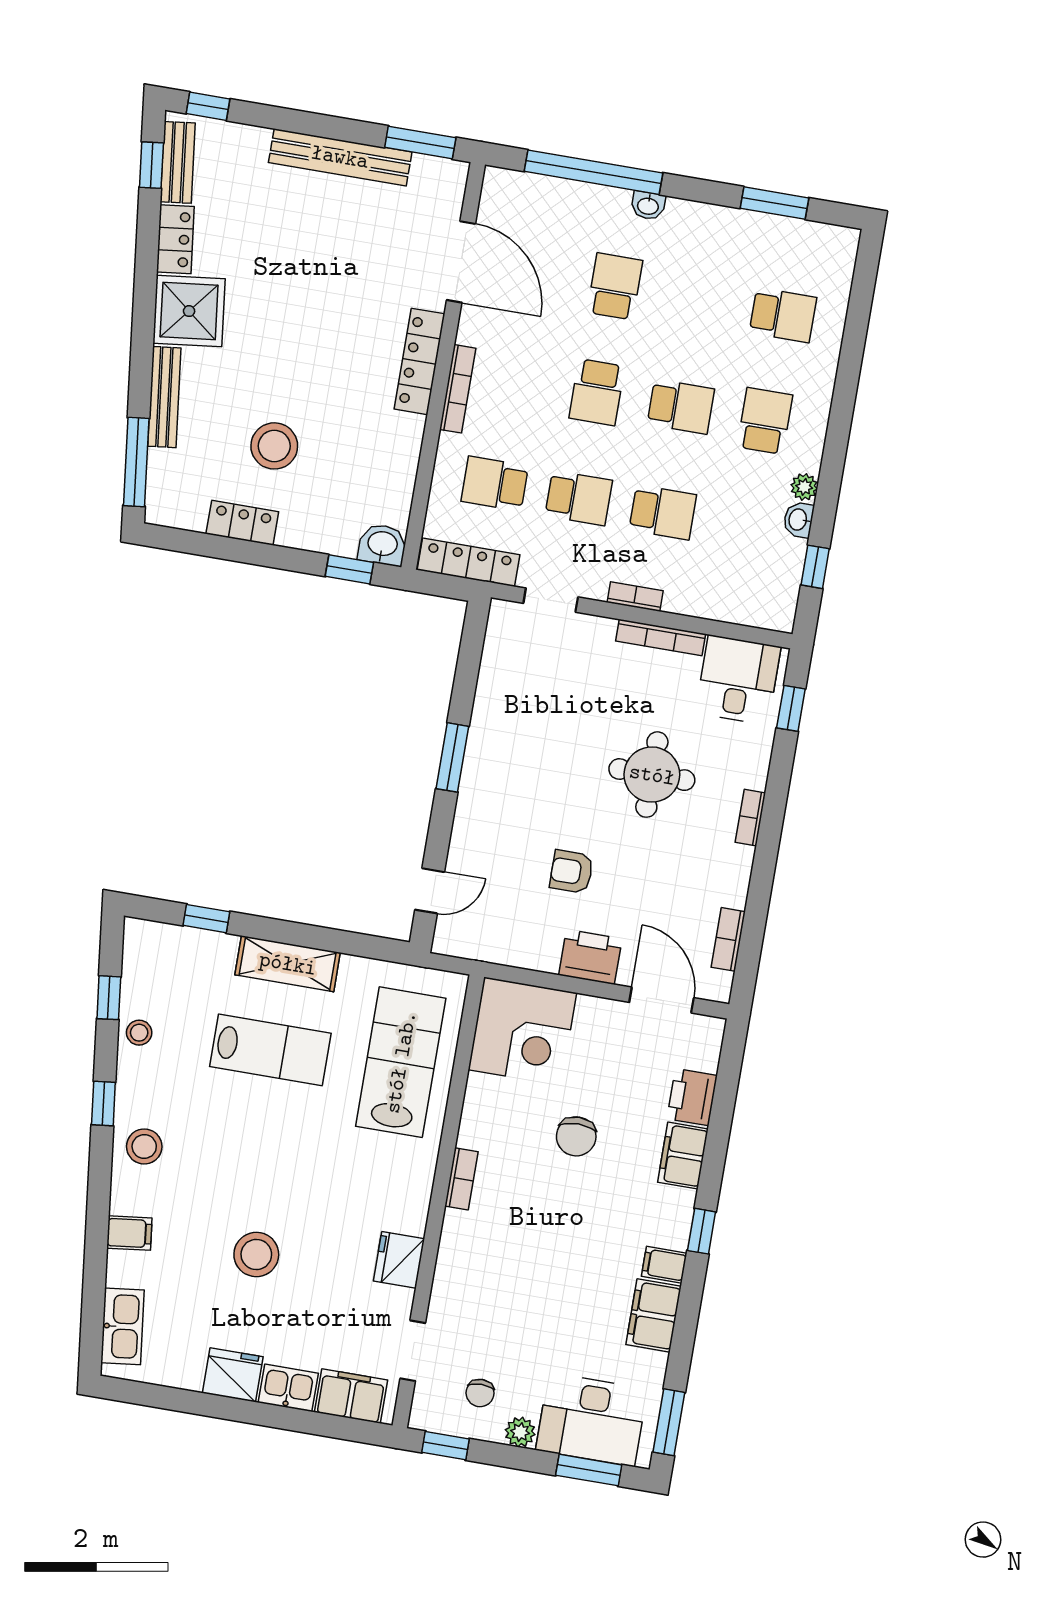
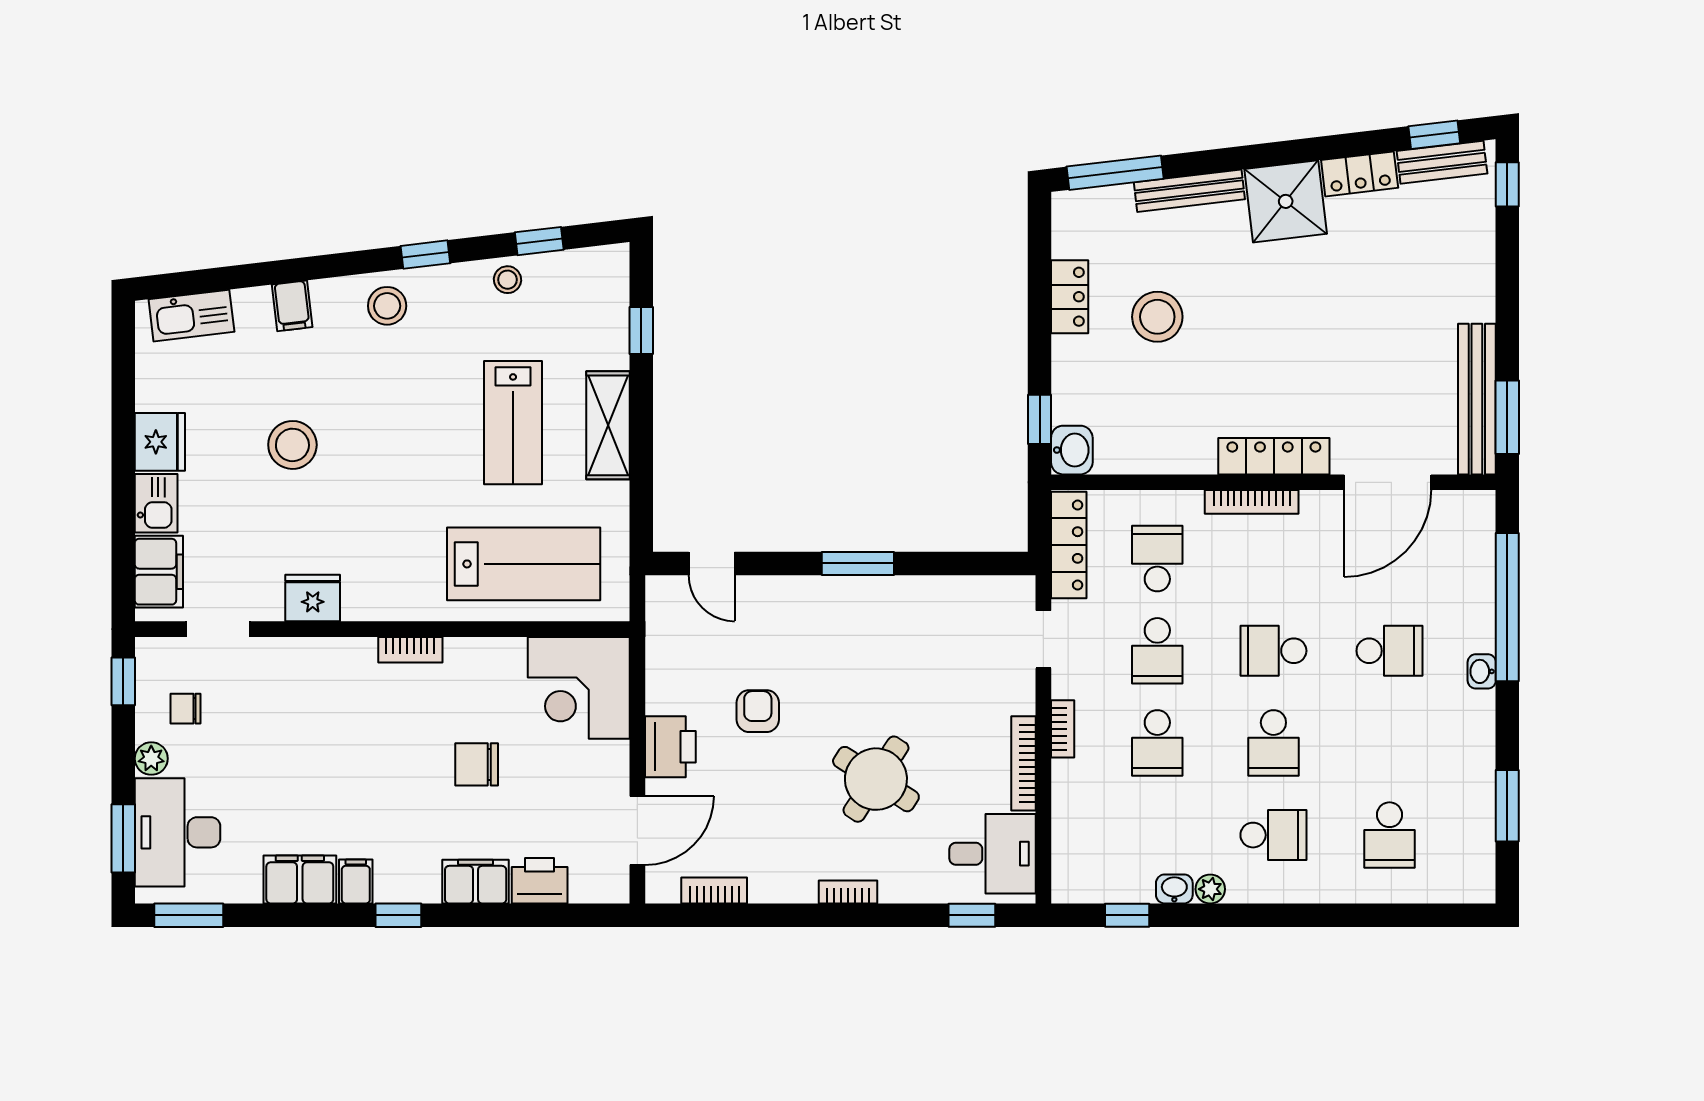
bench: (340, 157) -> (1477, 399), moved
round table: (652, 775) -> (876, 779), turned 33

